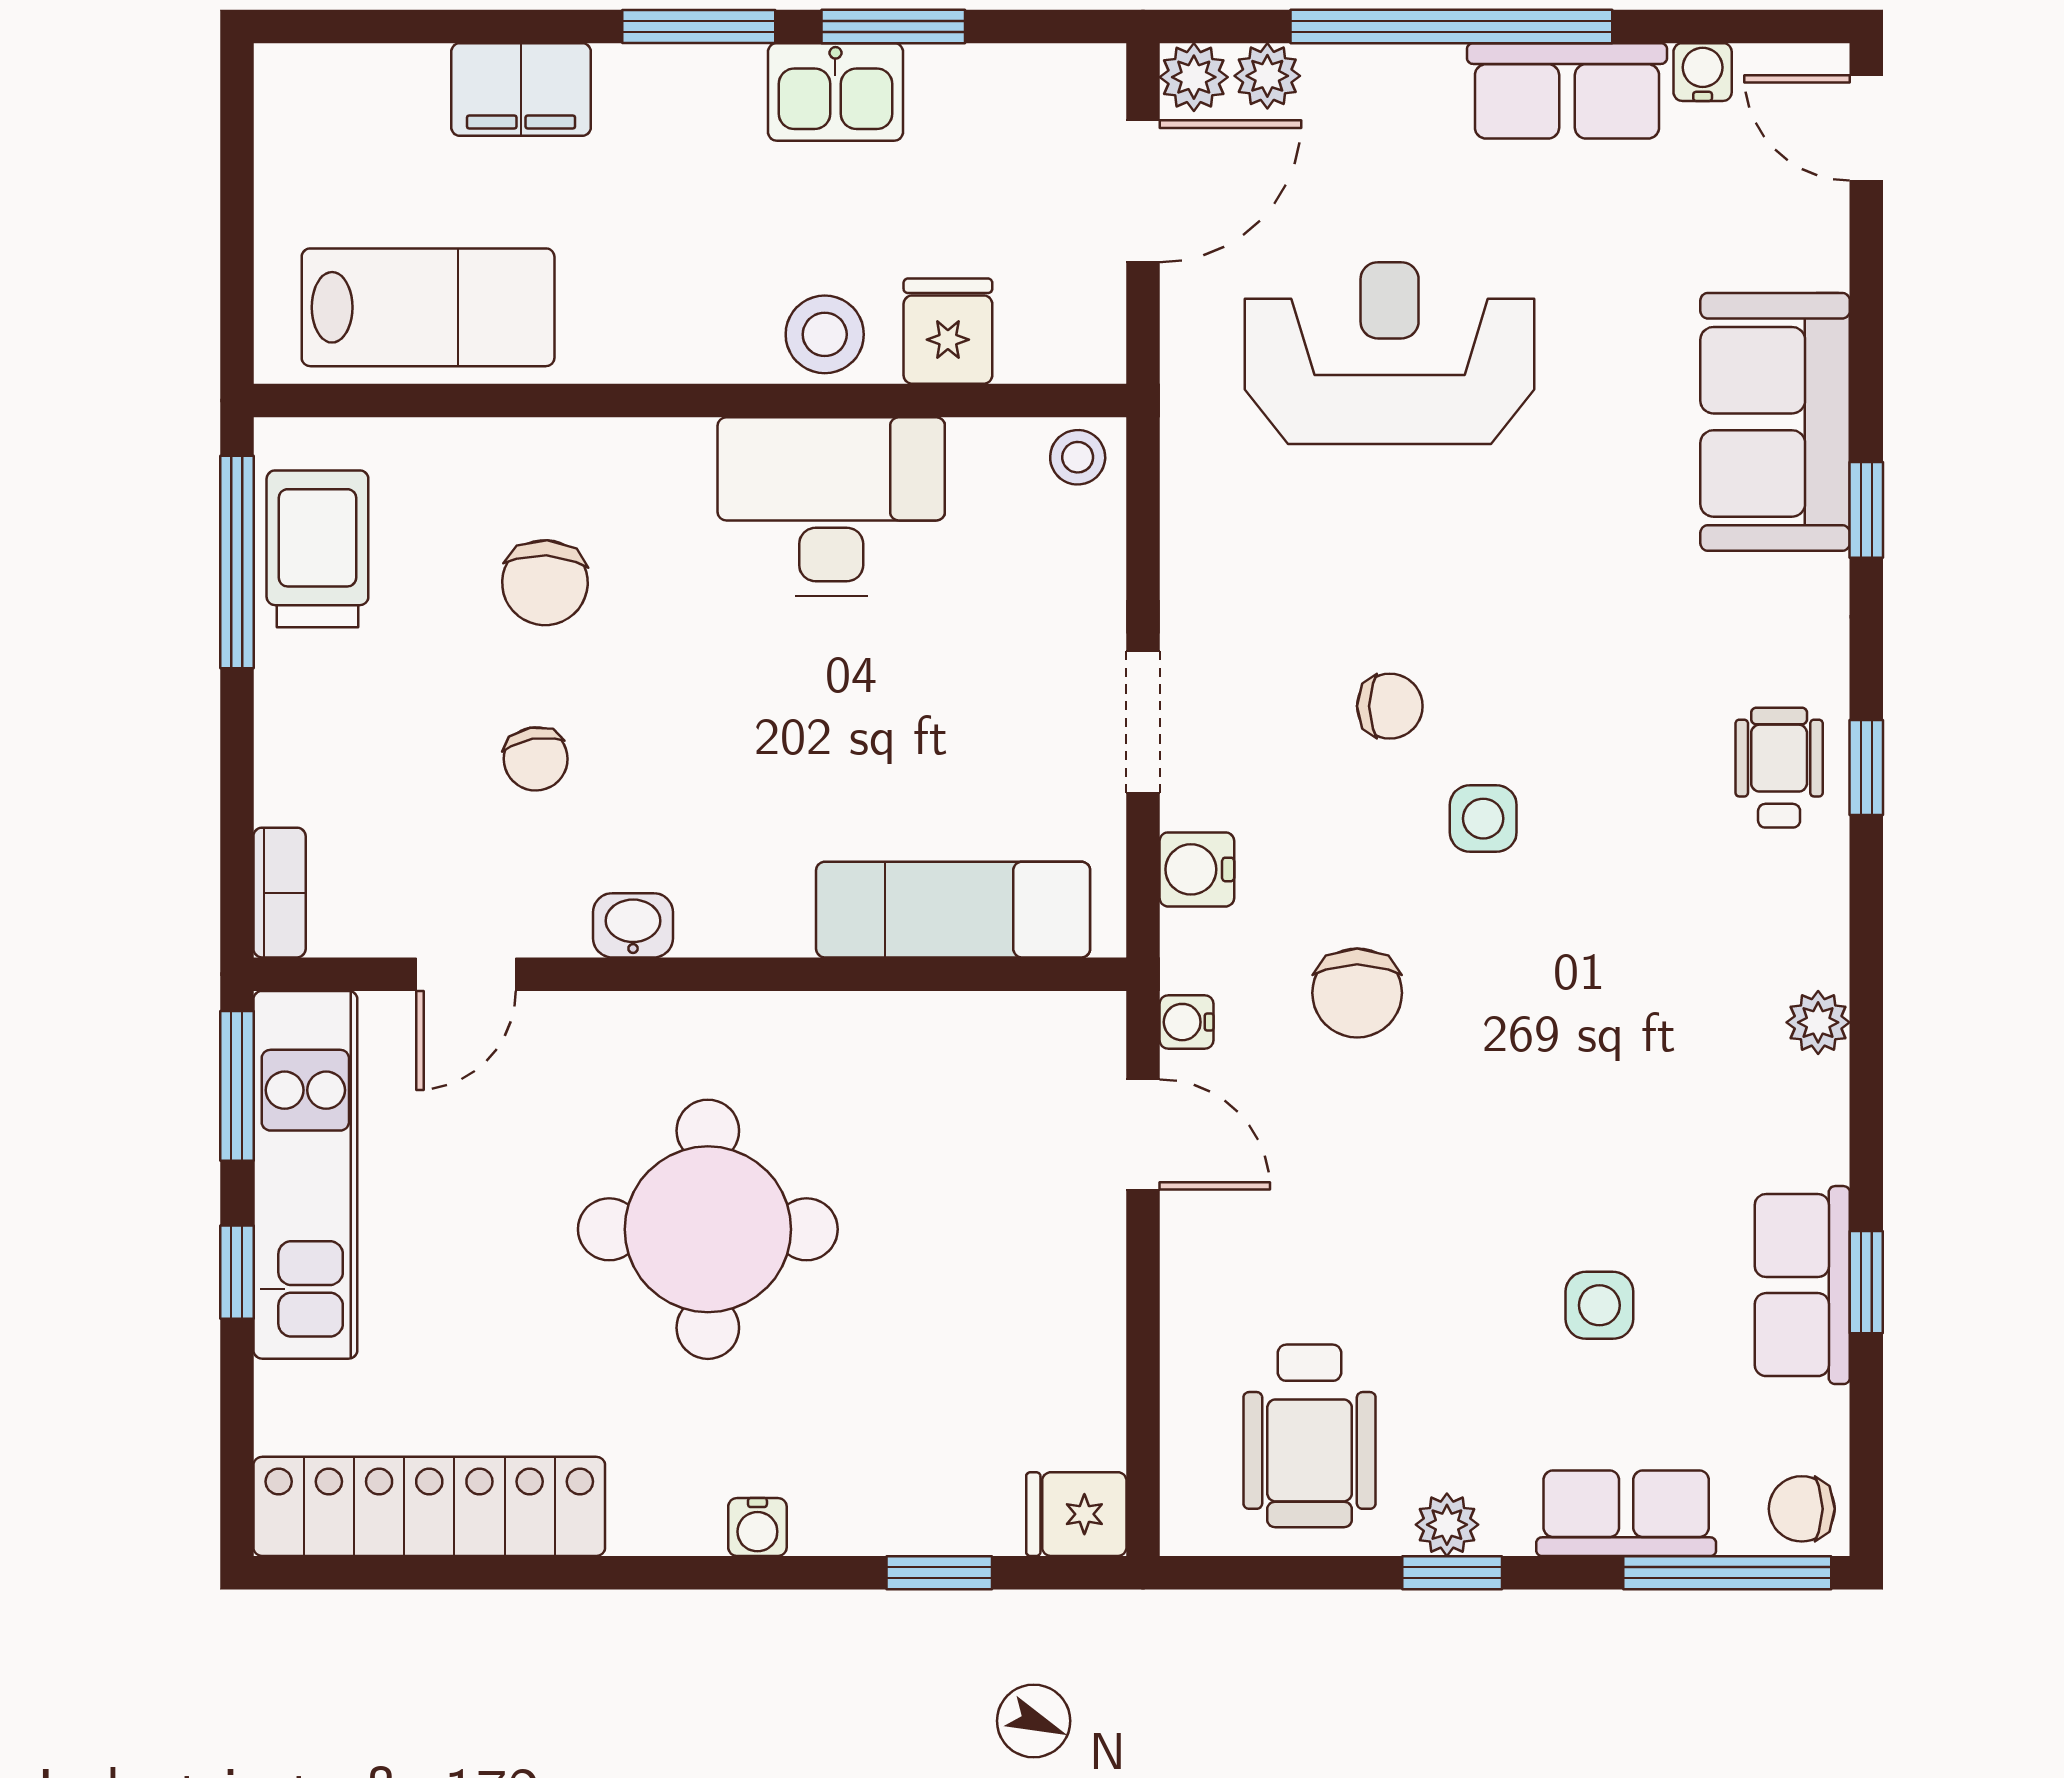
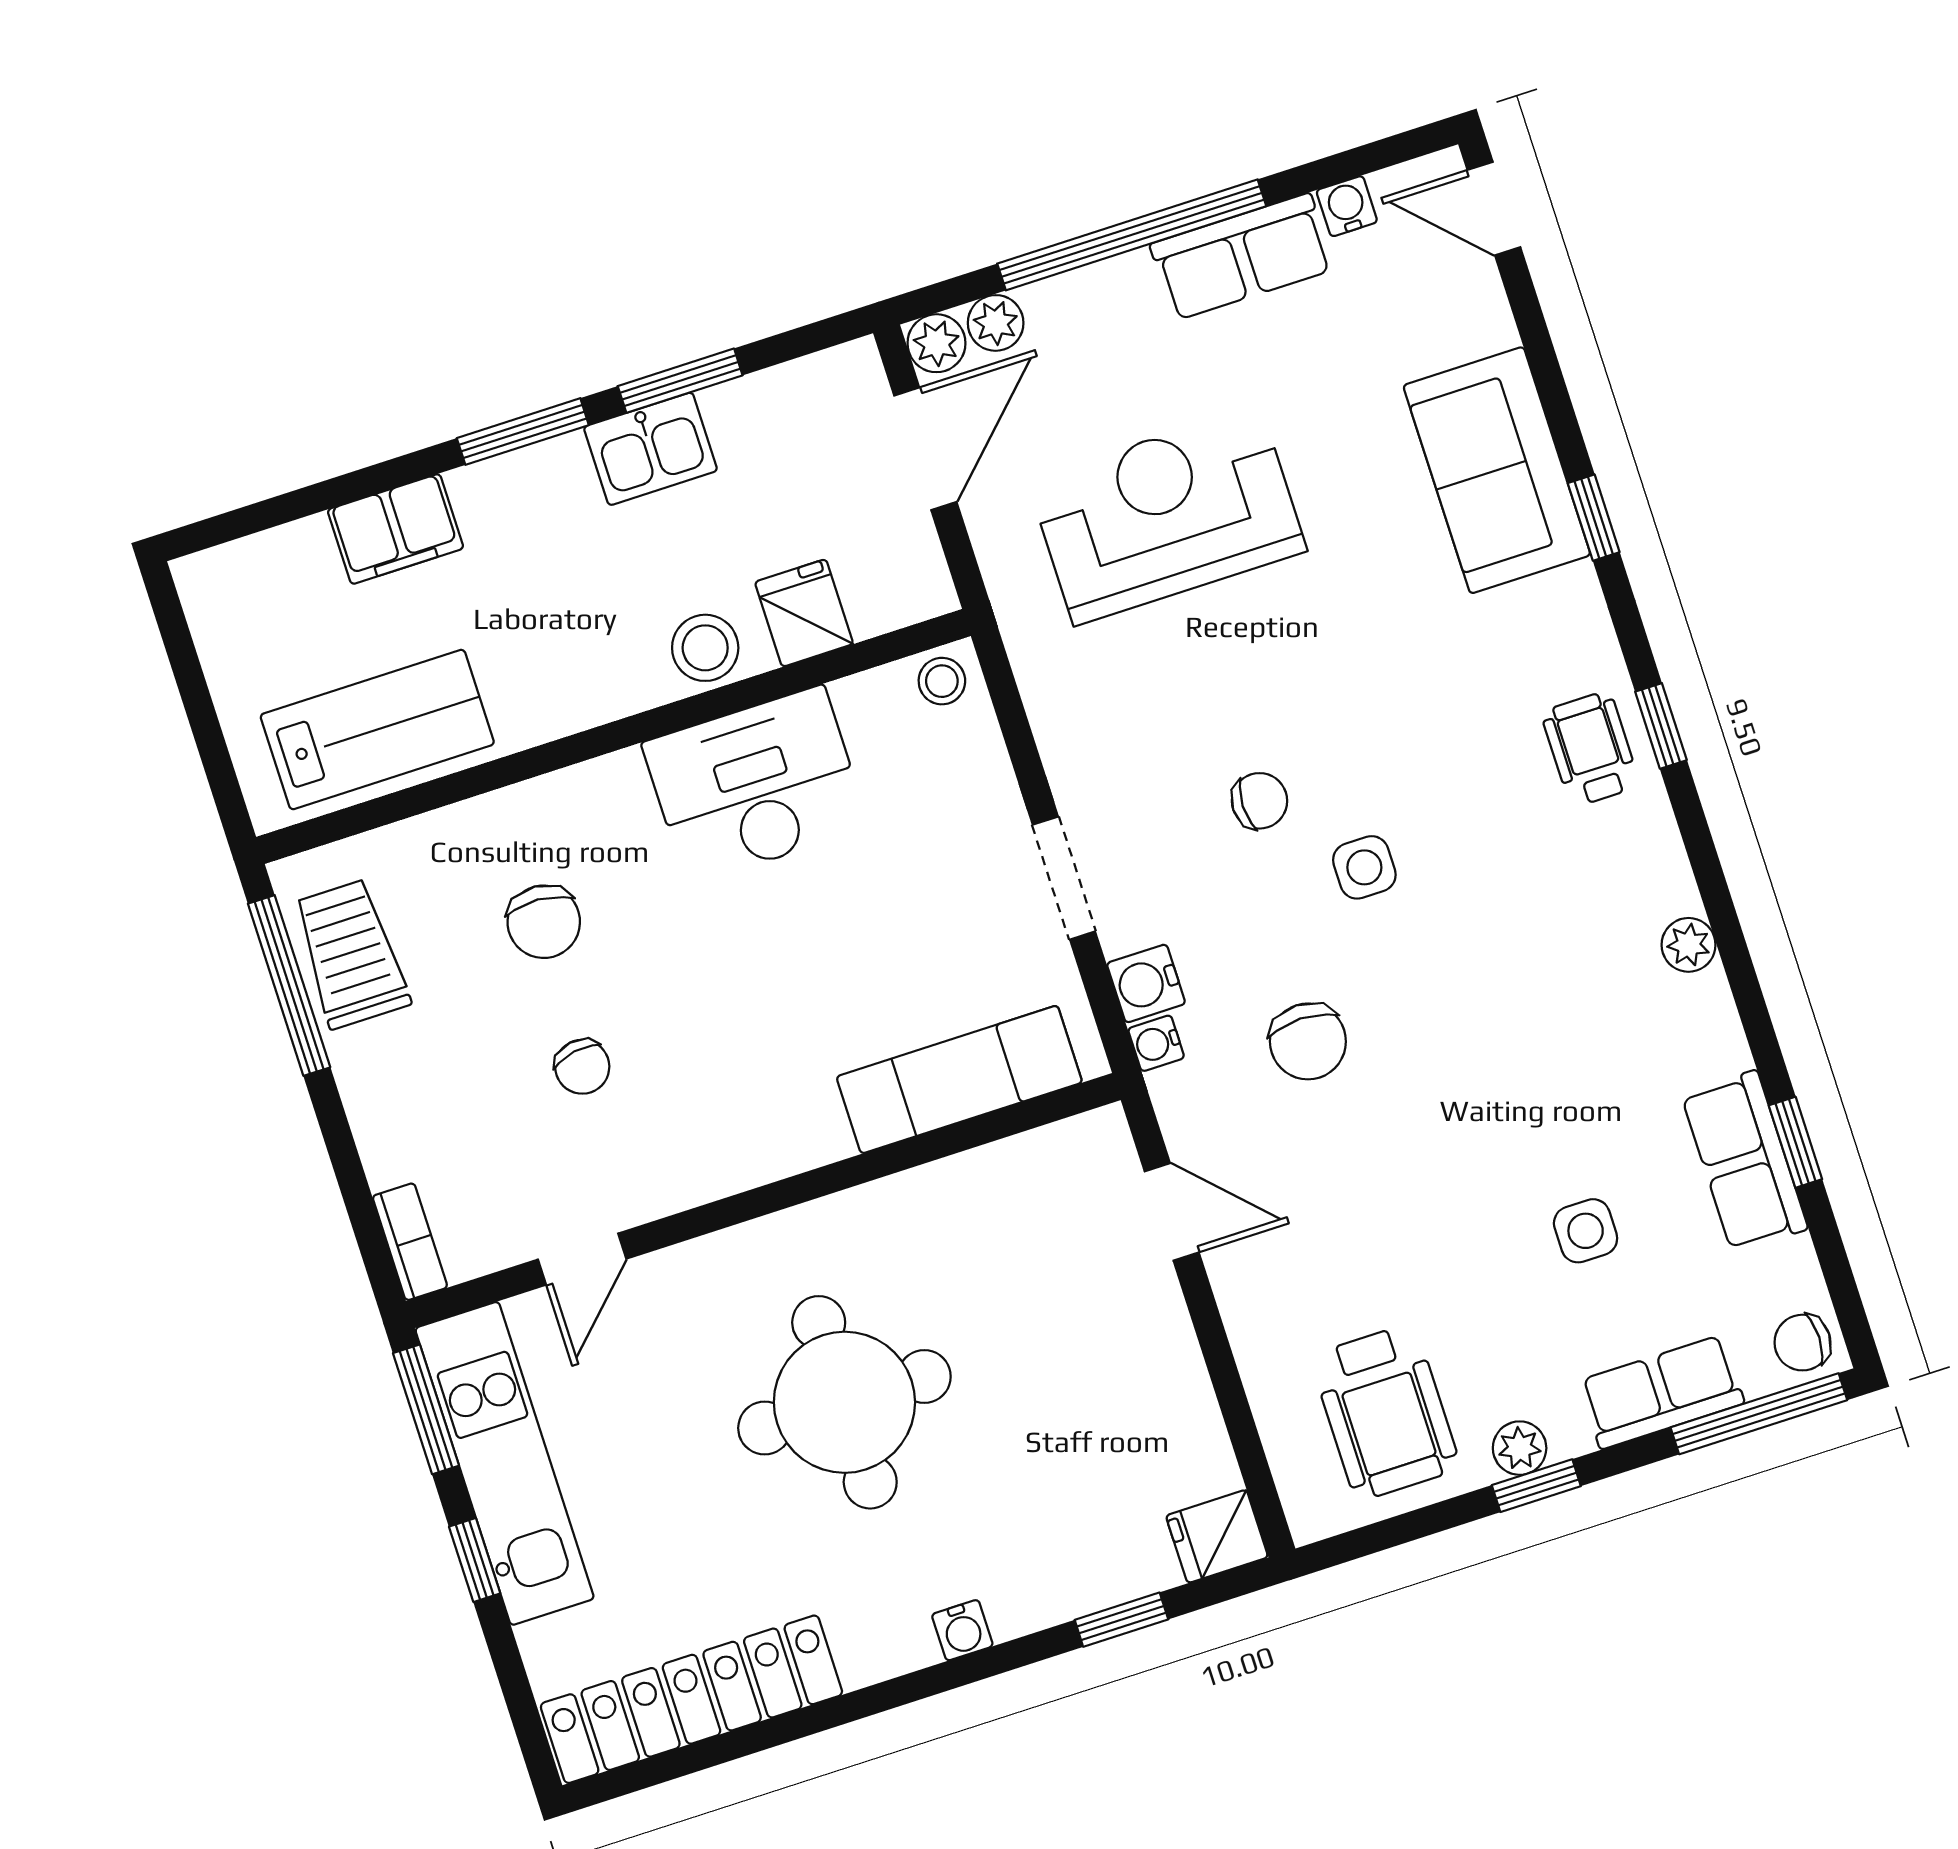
washbasin: (633, 925) -> (704, 1176), removed
water cooler: (1187, 1022) -> (1156, 1043), moved

